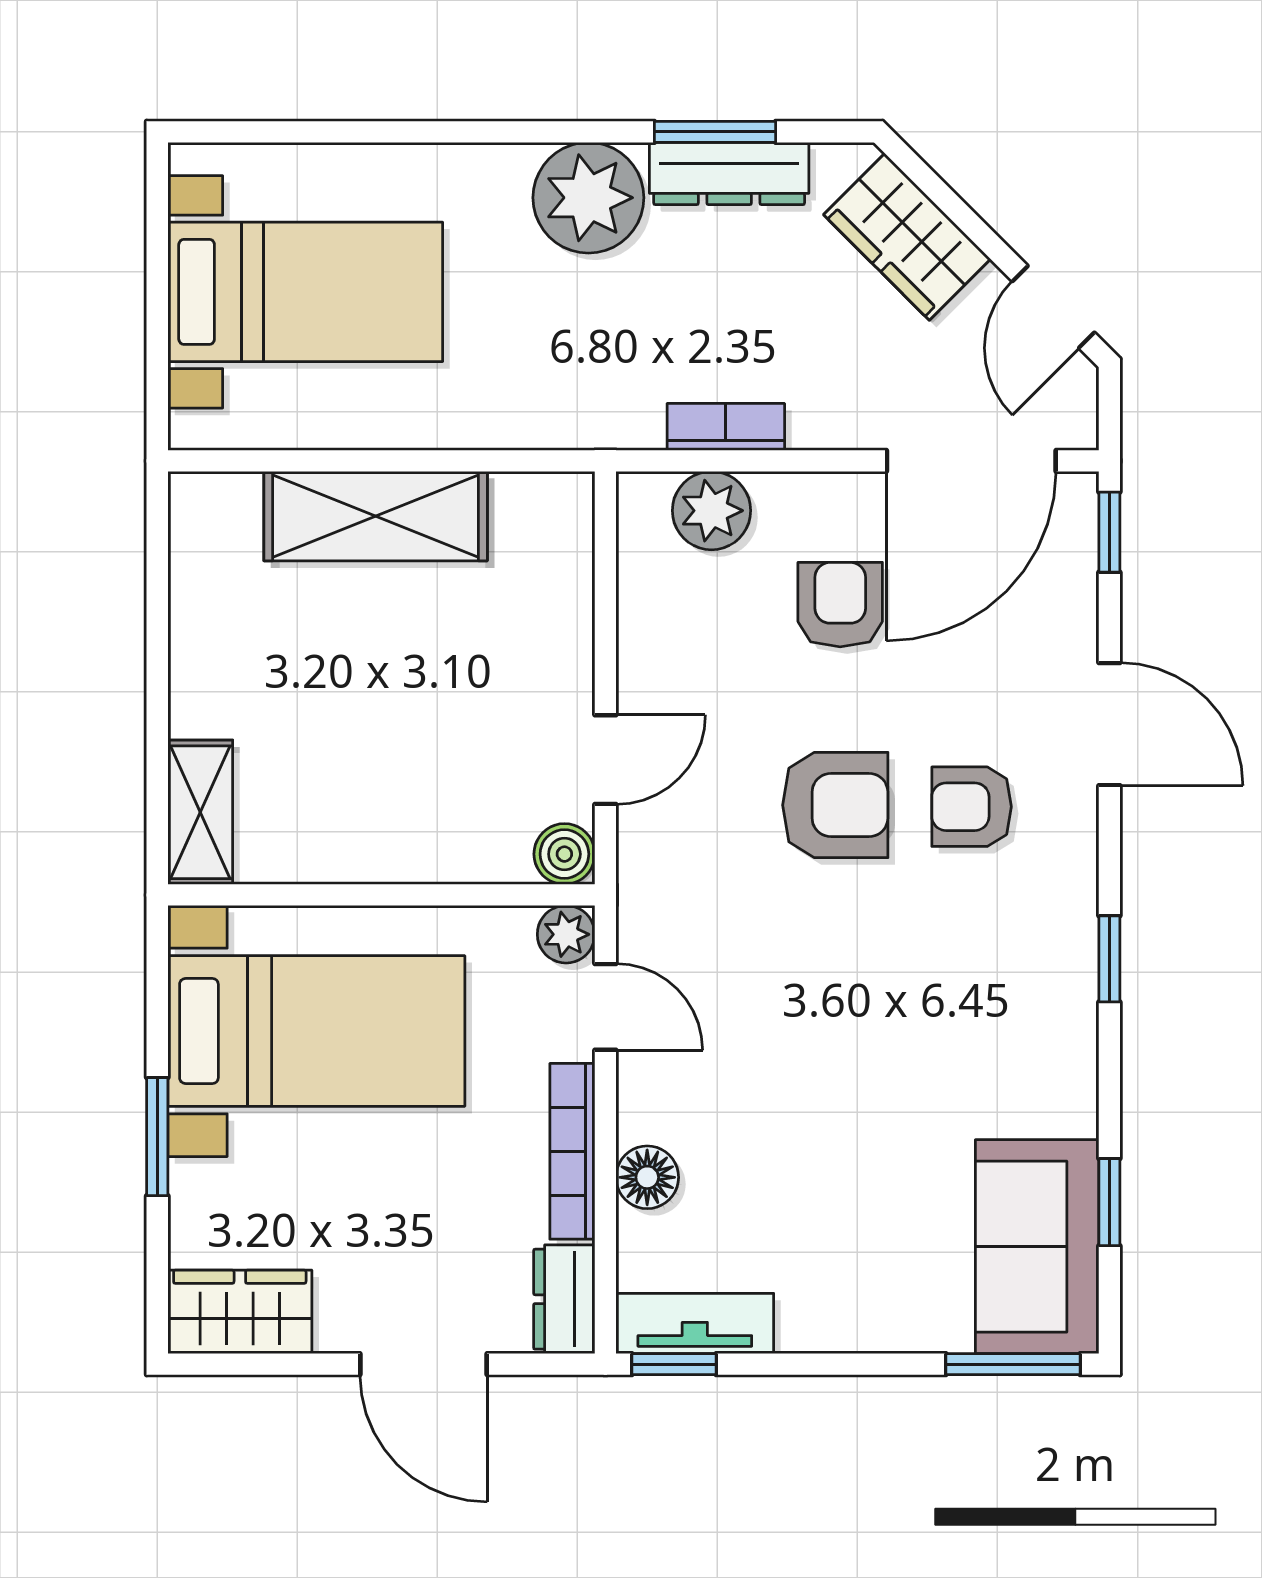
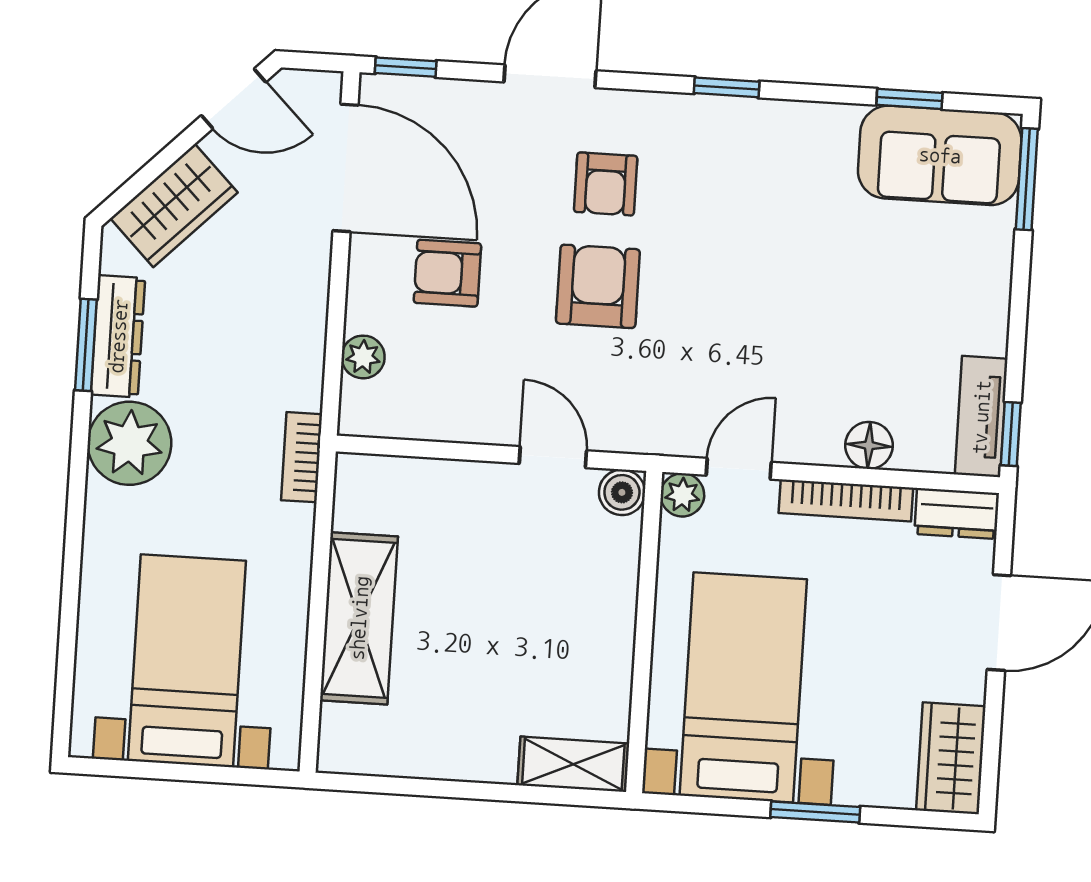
bookcase: (726, 427) -> (302, 457), moved
plant: (711, 511) -> (363, 357), width x0.73, depth x0.73

